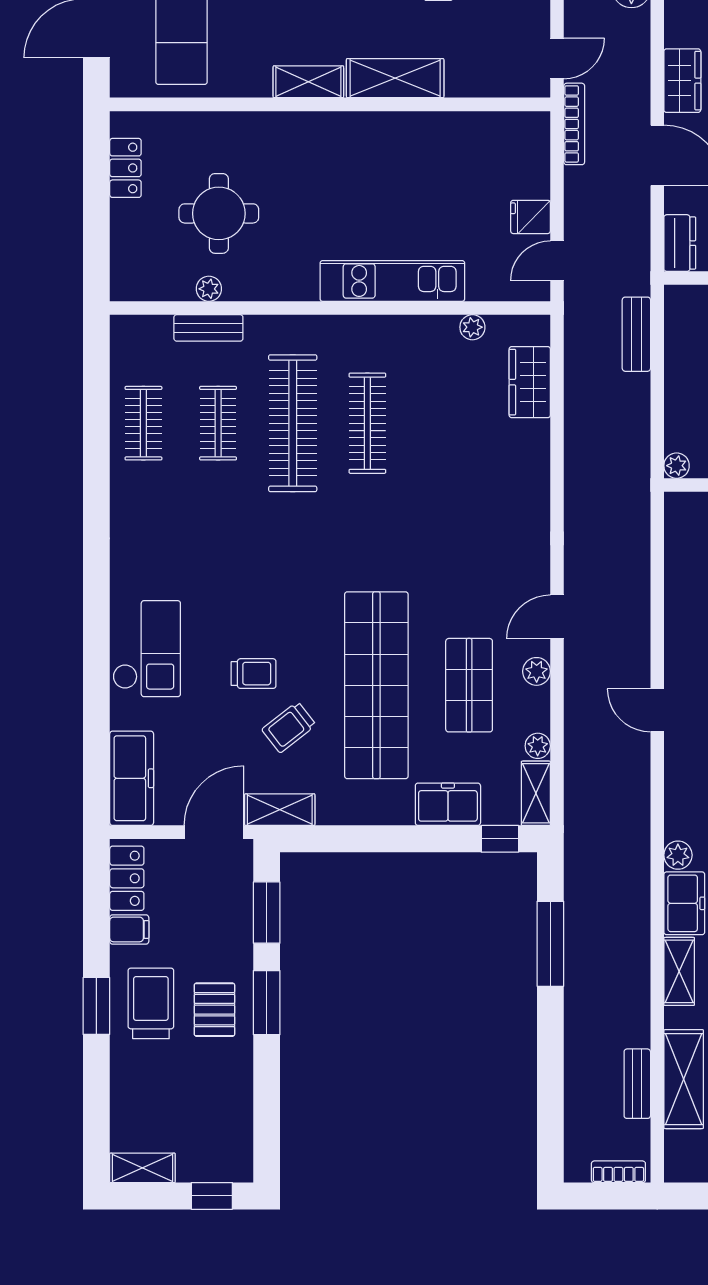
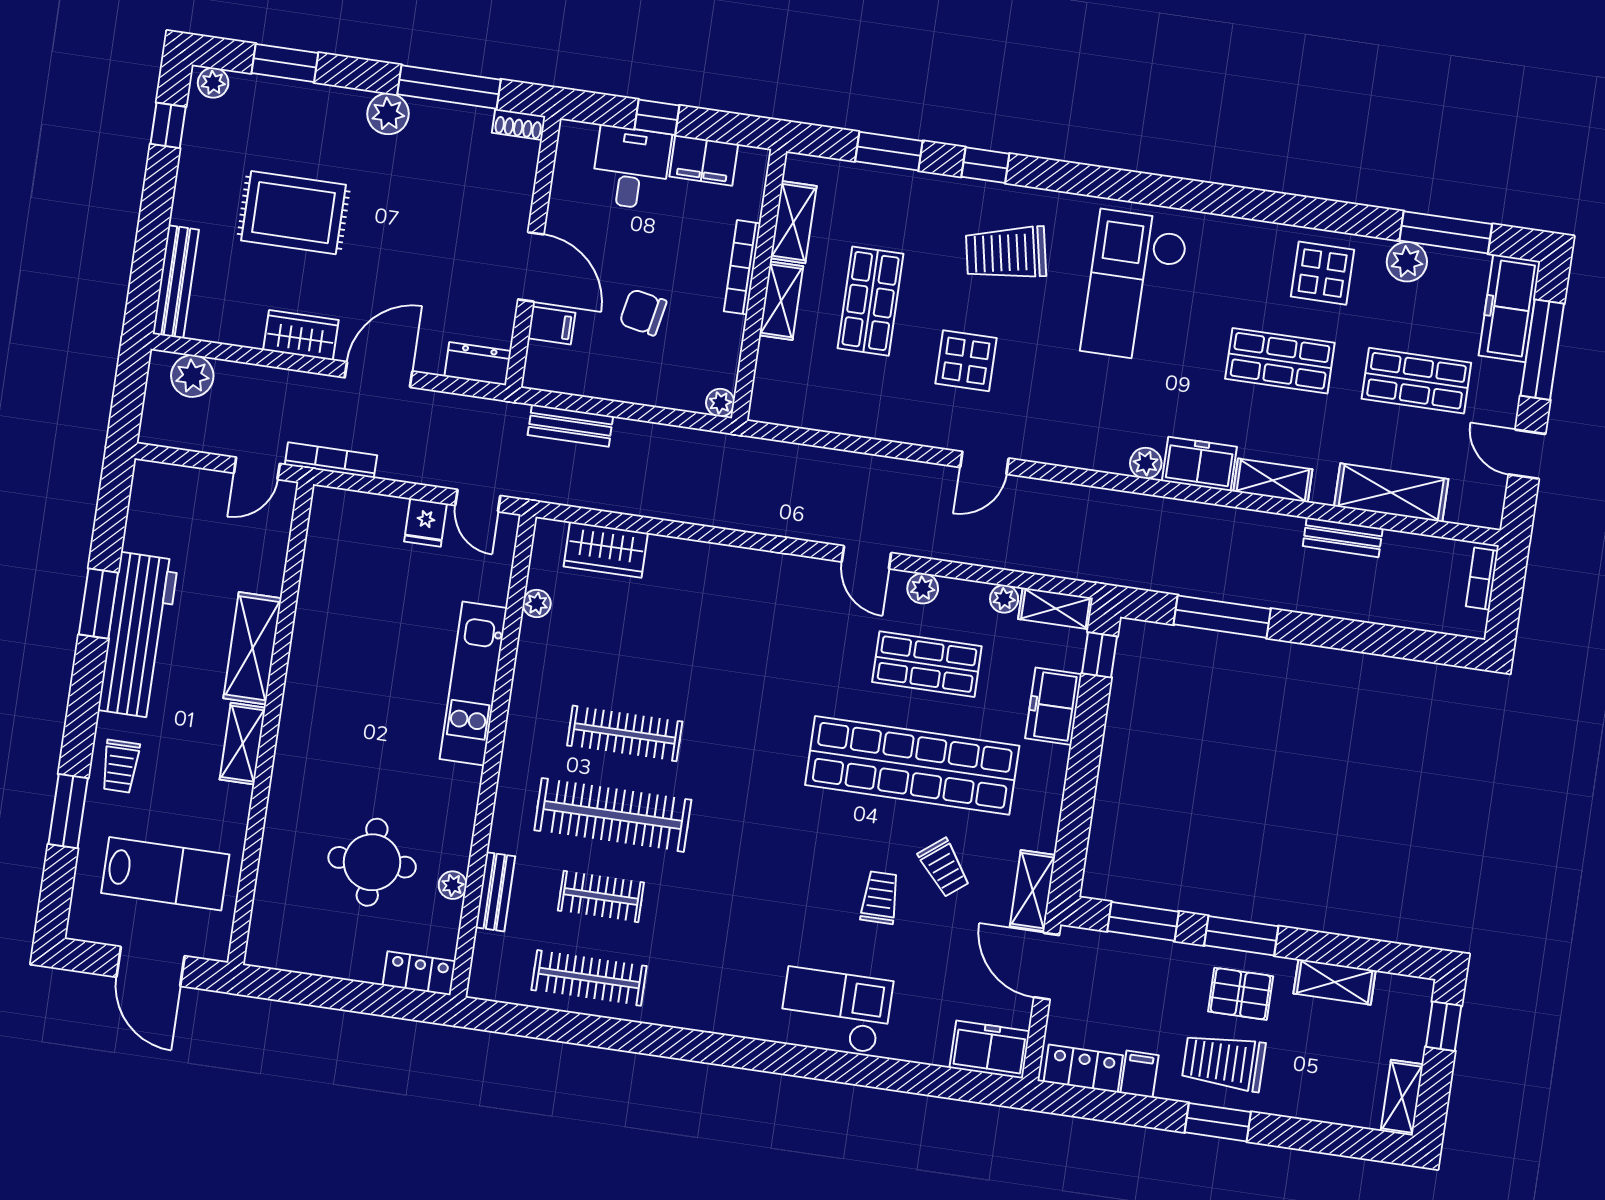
door: (557, 59) -> (257, 468), swing flipped
locker: (125, 168) -> (419, 973), moved
clothes rail: (143, 423) -> (589, 978), width x1.36
freezer: (132, 778) -> (990, 1050), width x0.71
bench: (637, 1084) -> (1343, 537), moved
shelving: (237, 1092) -> (1335, 982), added

